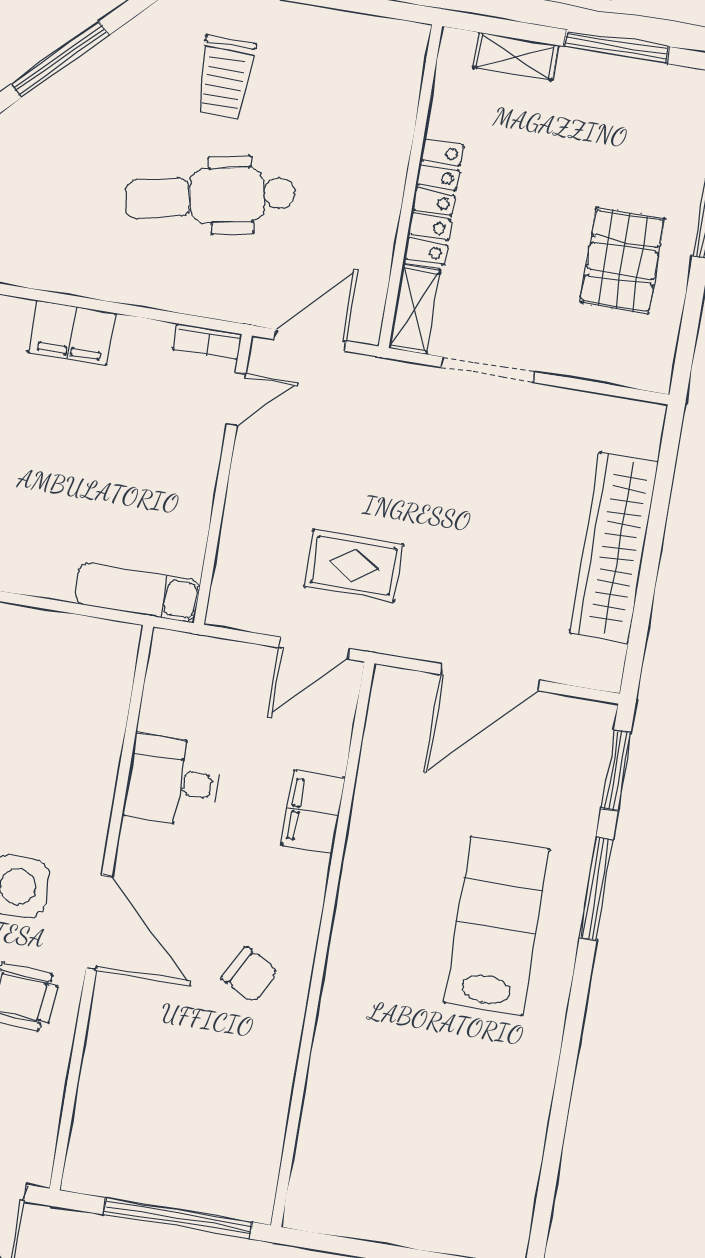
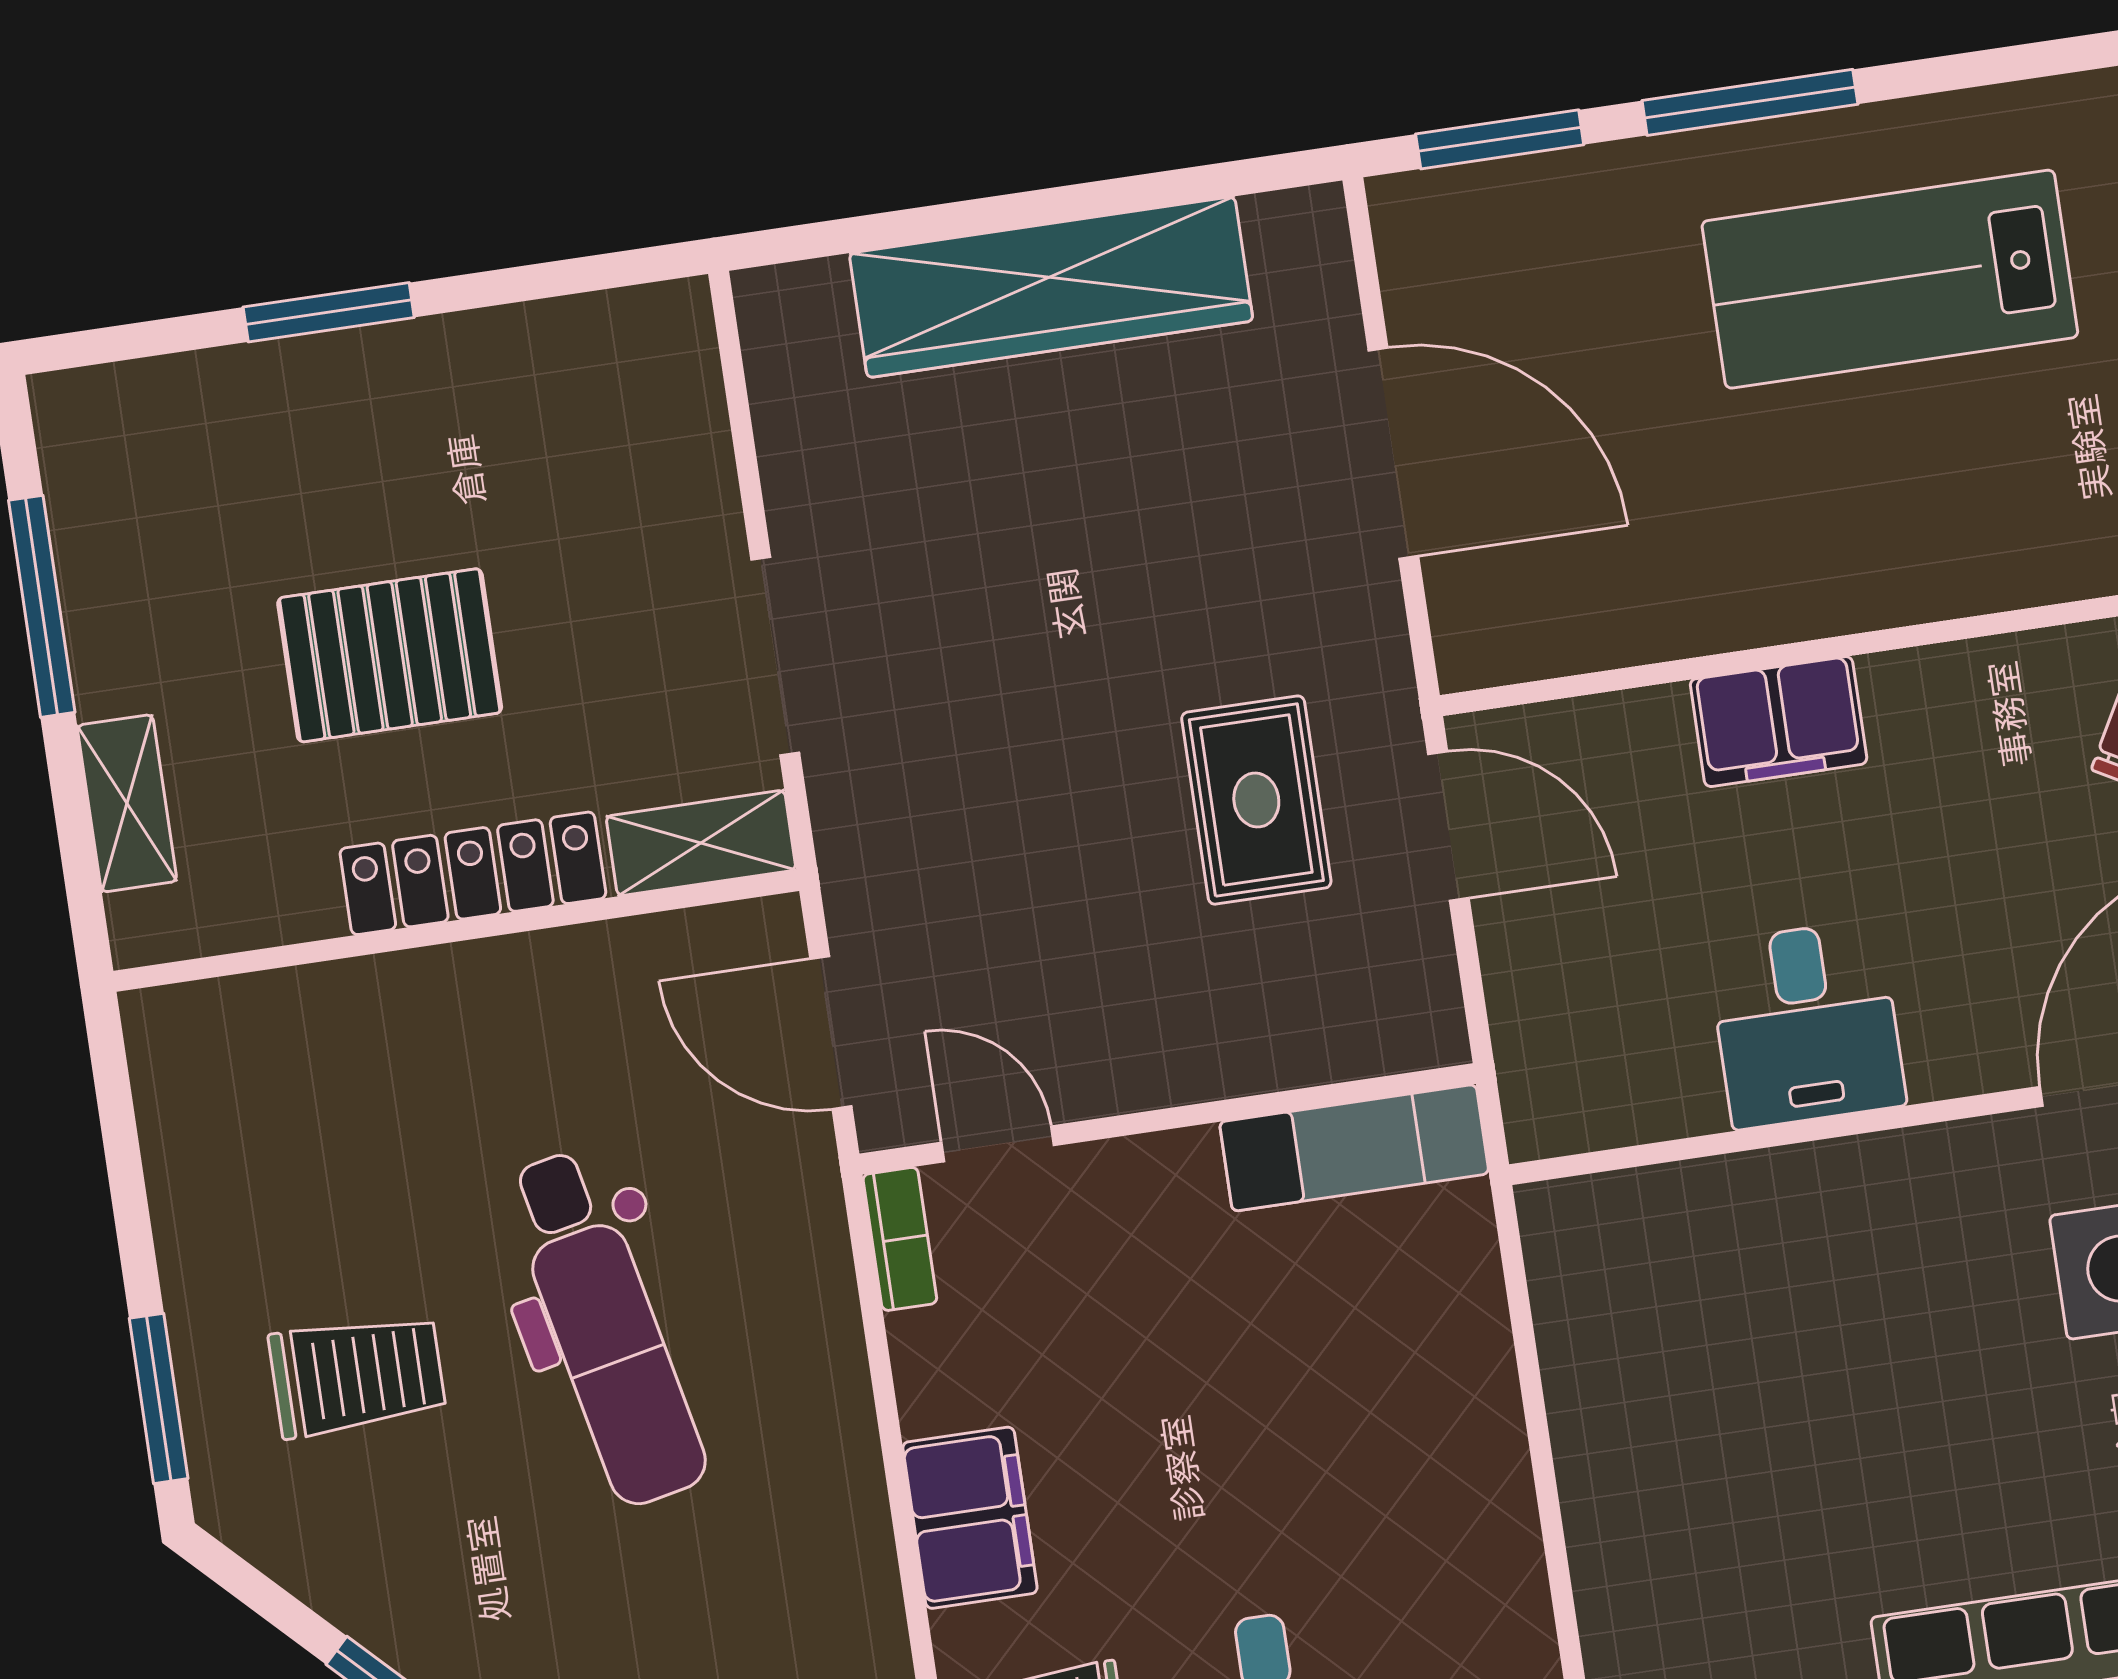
pallet: (622, 261) -> (390, 655), moved
exam couch: (137, 592) -> (1354, 1148), moved, turned -90

